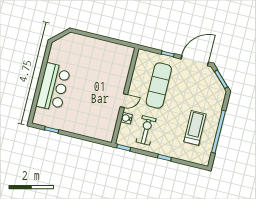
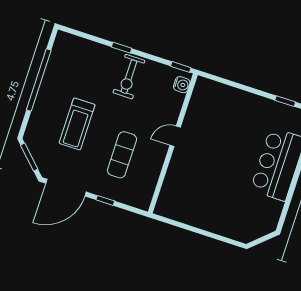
exercise mat: (159, 85) -> (122, 155), width x0.73, depth x0.69
water cooler: (126, 118) -> (182, 85), moved
treadmill: (195, 128) -> (77, 124), moved
exercise bike: (146, 130) -> (129, 77), moved

